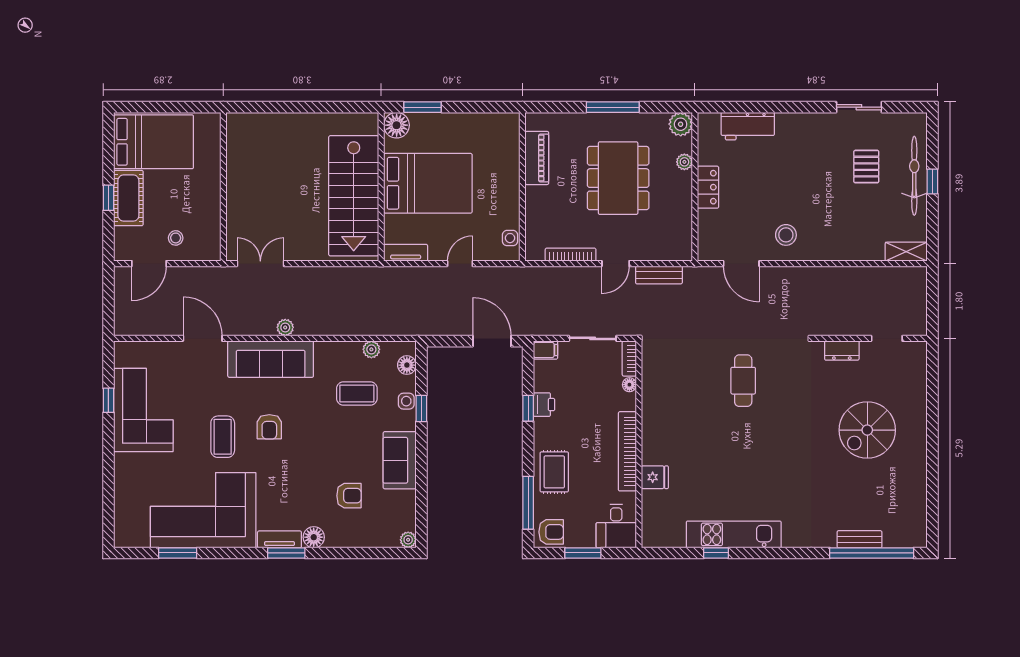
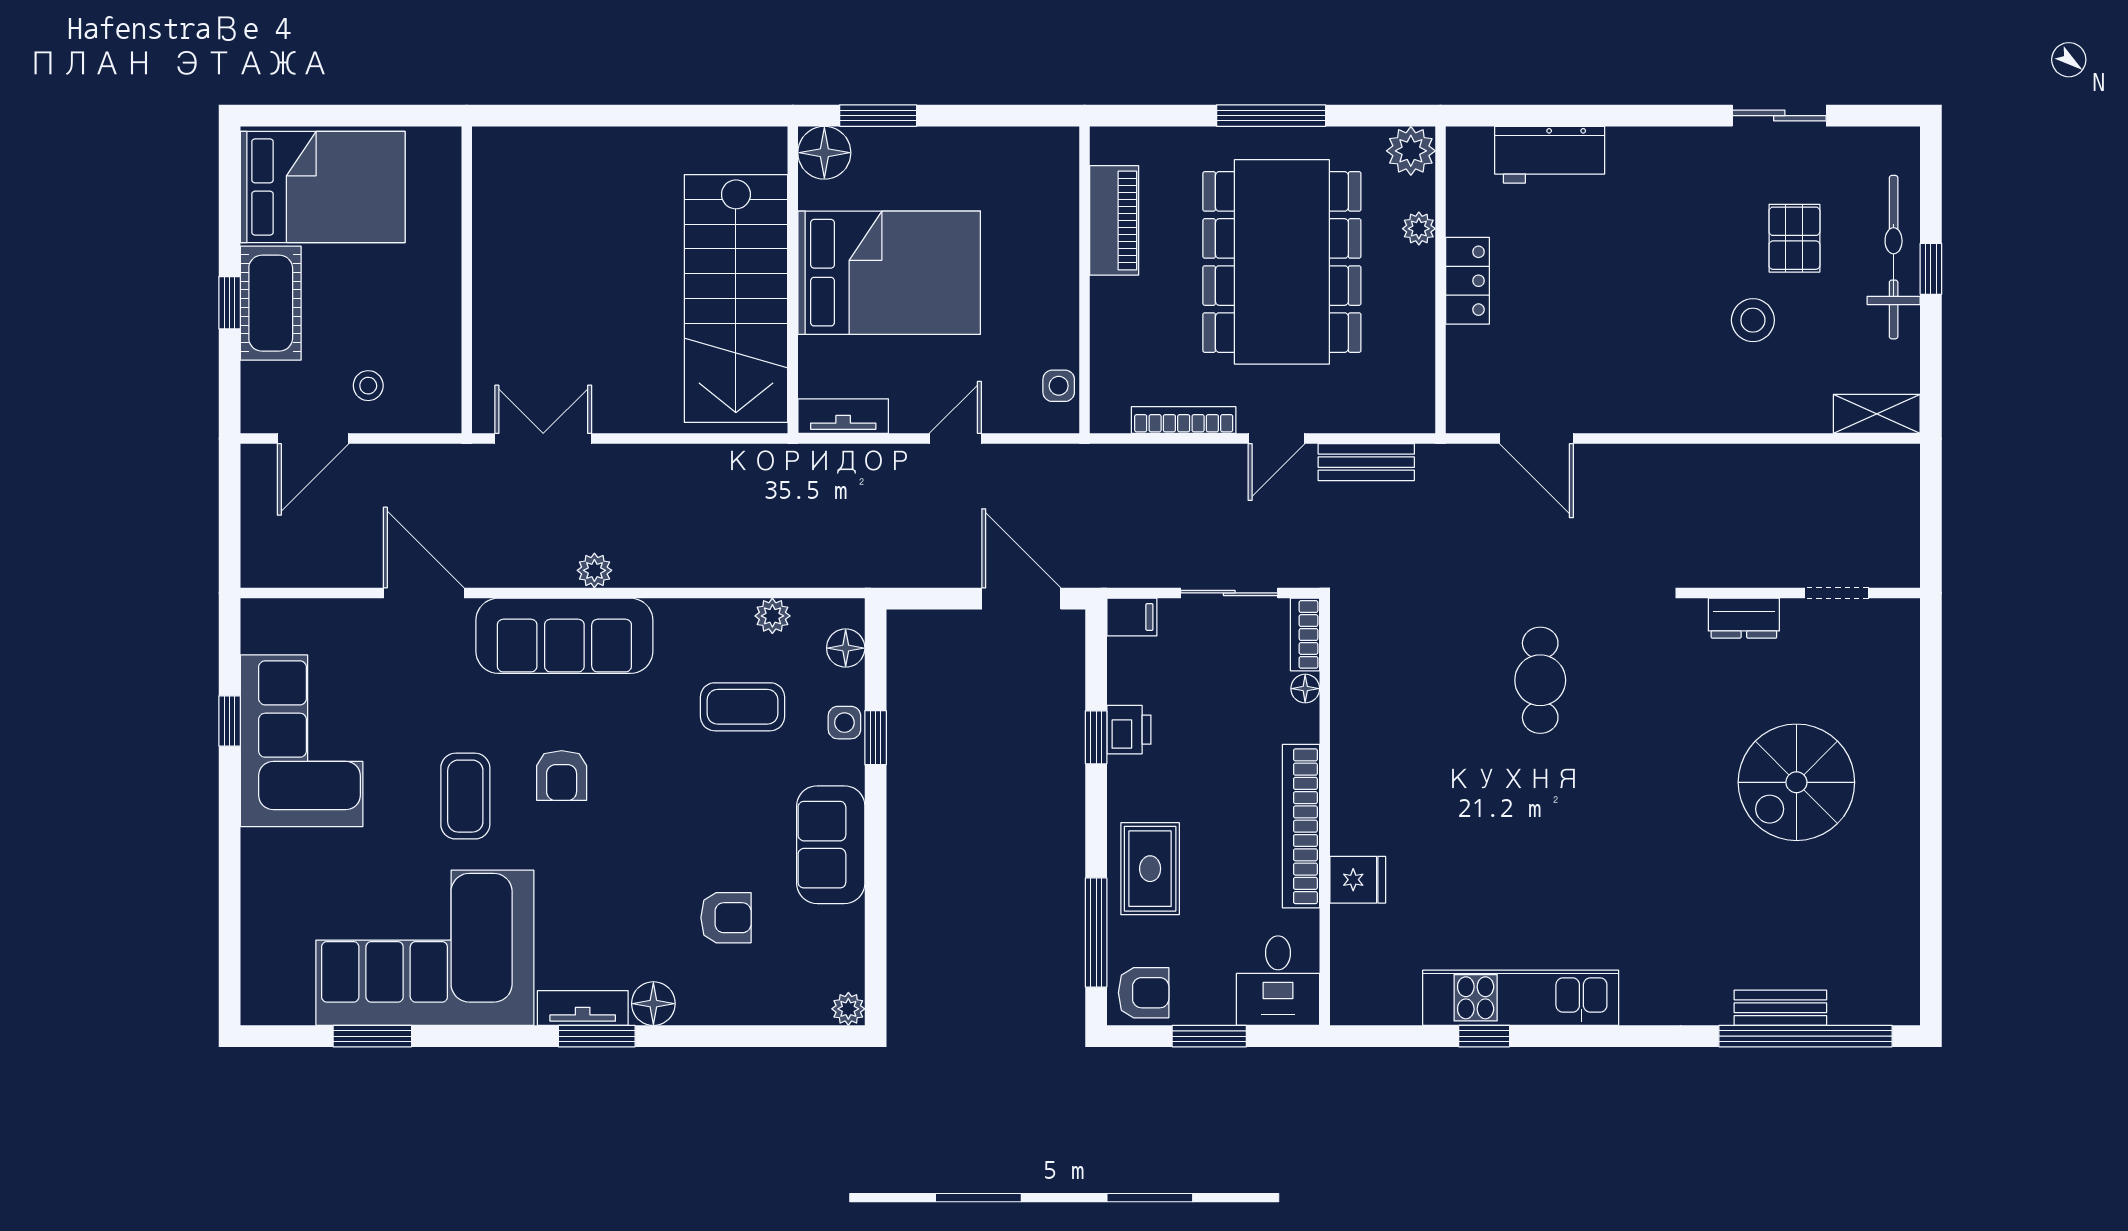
dining table: (618, 178) -> (1282, 262), width x1.36, depth x1.24
stool: (786, 235) -> (1753, 320), moved

